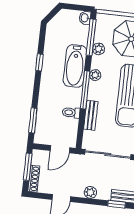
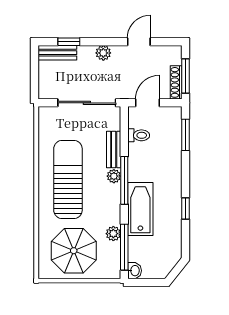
plant: (95, 75) -> (114, 176), moved
toilet: (71, 113) -> (139, 135), moved
shoe rack: (34, 179) -> (176, 82), moved

